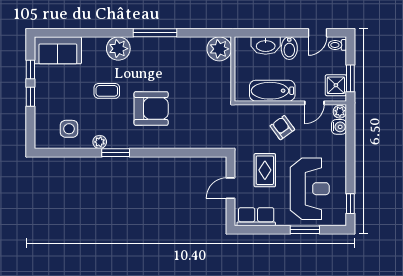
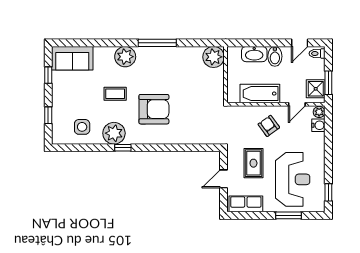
window: (30, 97) -> (48, 115), moved
plant: (100, 142) -> (114, 133), width x1.87, depth x1.87
window: (116, 153) -> (123, 148), width x0.67

